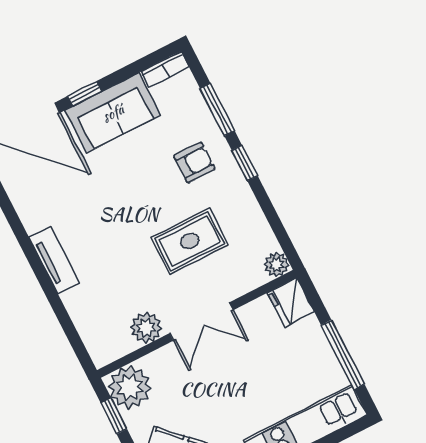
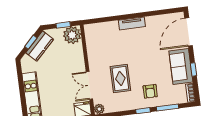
window: (85, 94) -> (193, 69), moved
double door: (201, 322) -> (89, 85), moved
plant: (146, 328) -> (93, 50), removed

